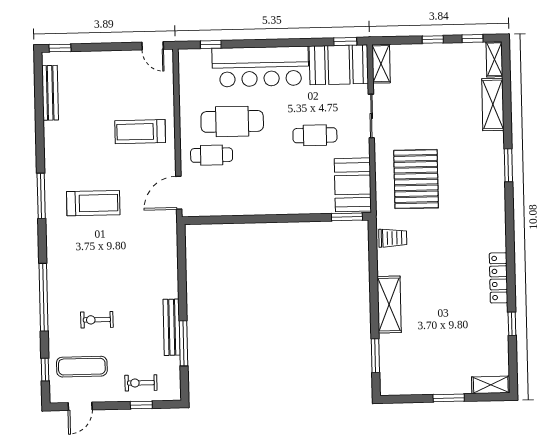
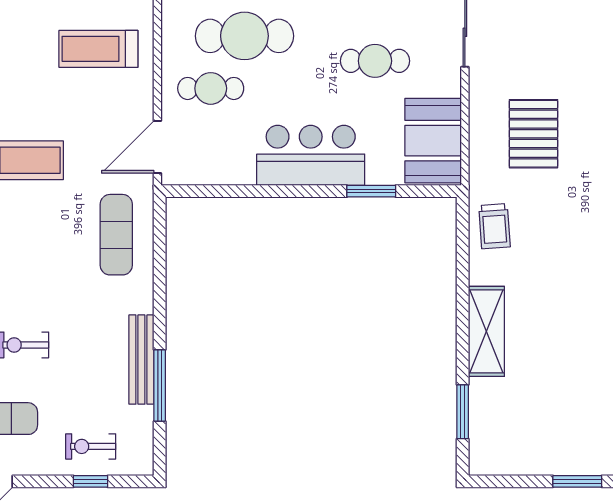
pallet: (416, 179) -> (533, 134), width x0.73, depth x0.71
bar counter: (276, 196) -> (311, 155), added
window: (347, 217) -> (371, 191), moved
trolley: (393, 238) -> (494, 226), turned 86
exercise mat: (154, 249) -> (116, 235), added

